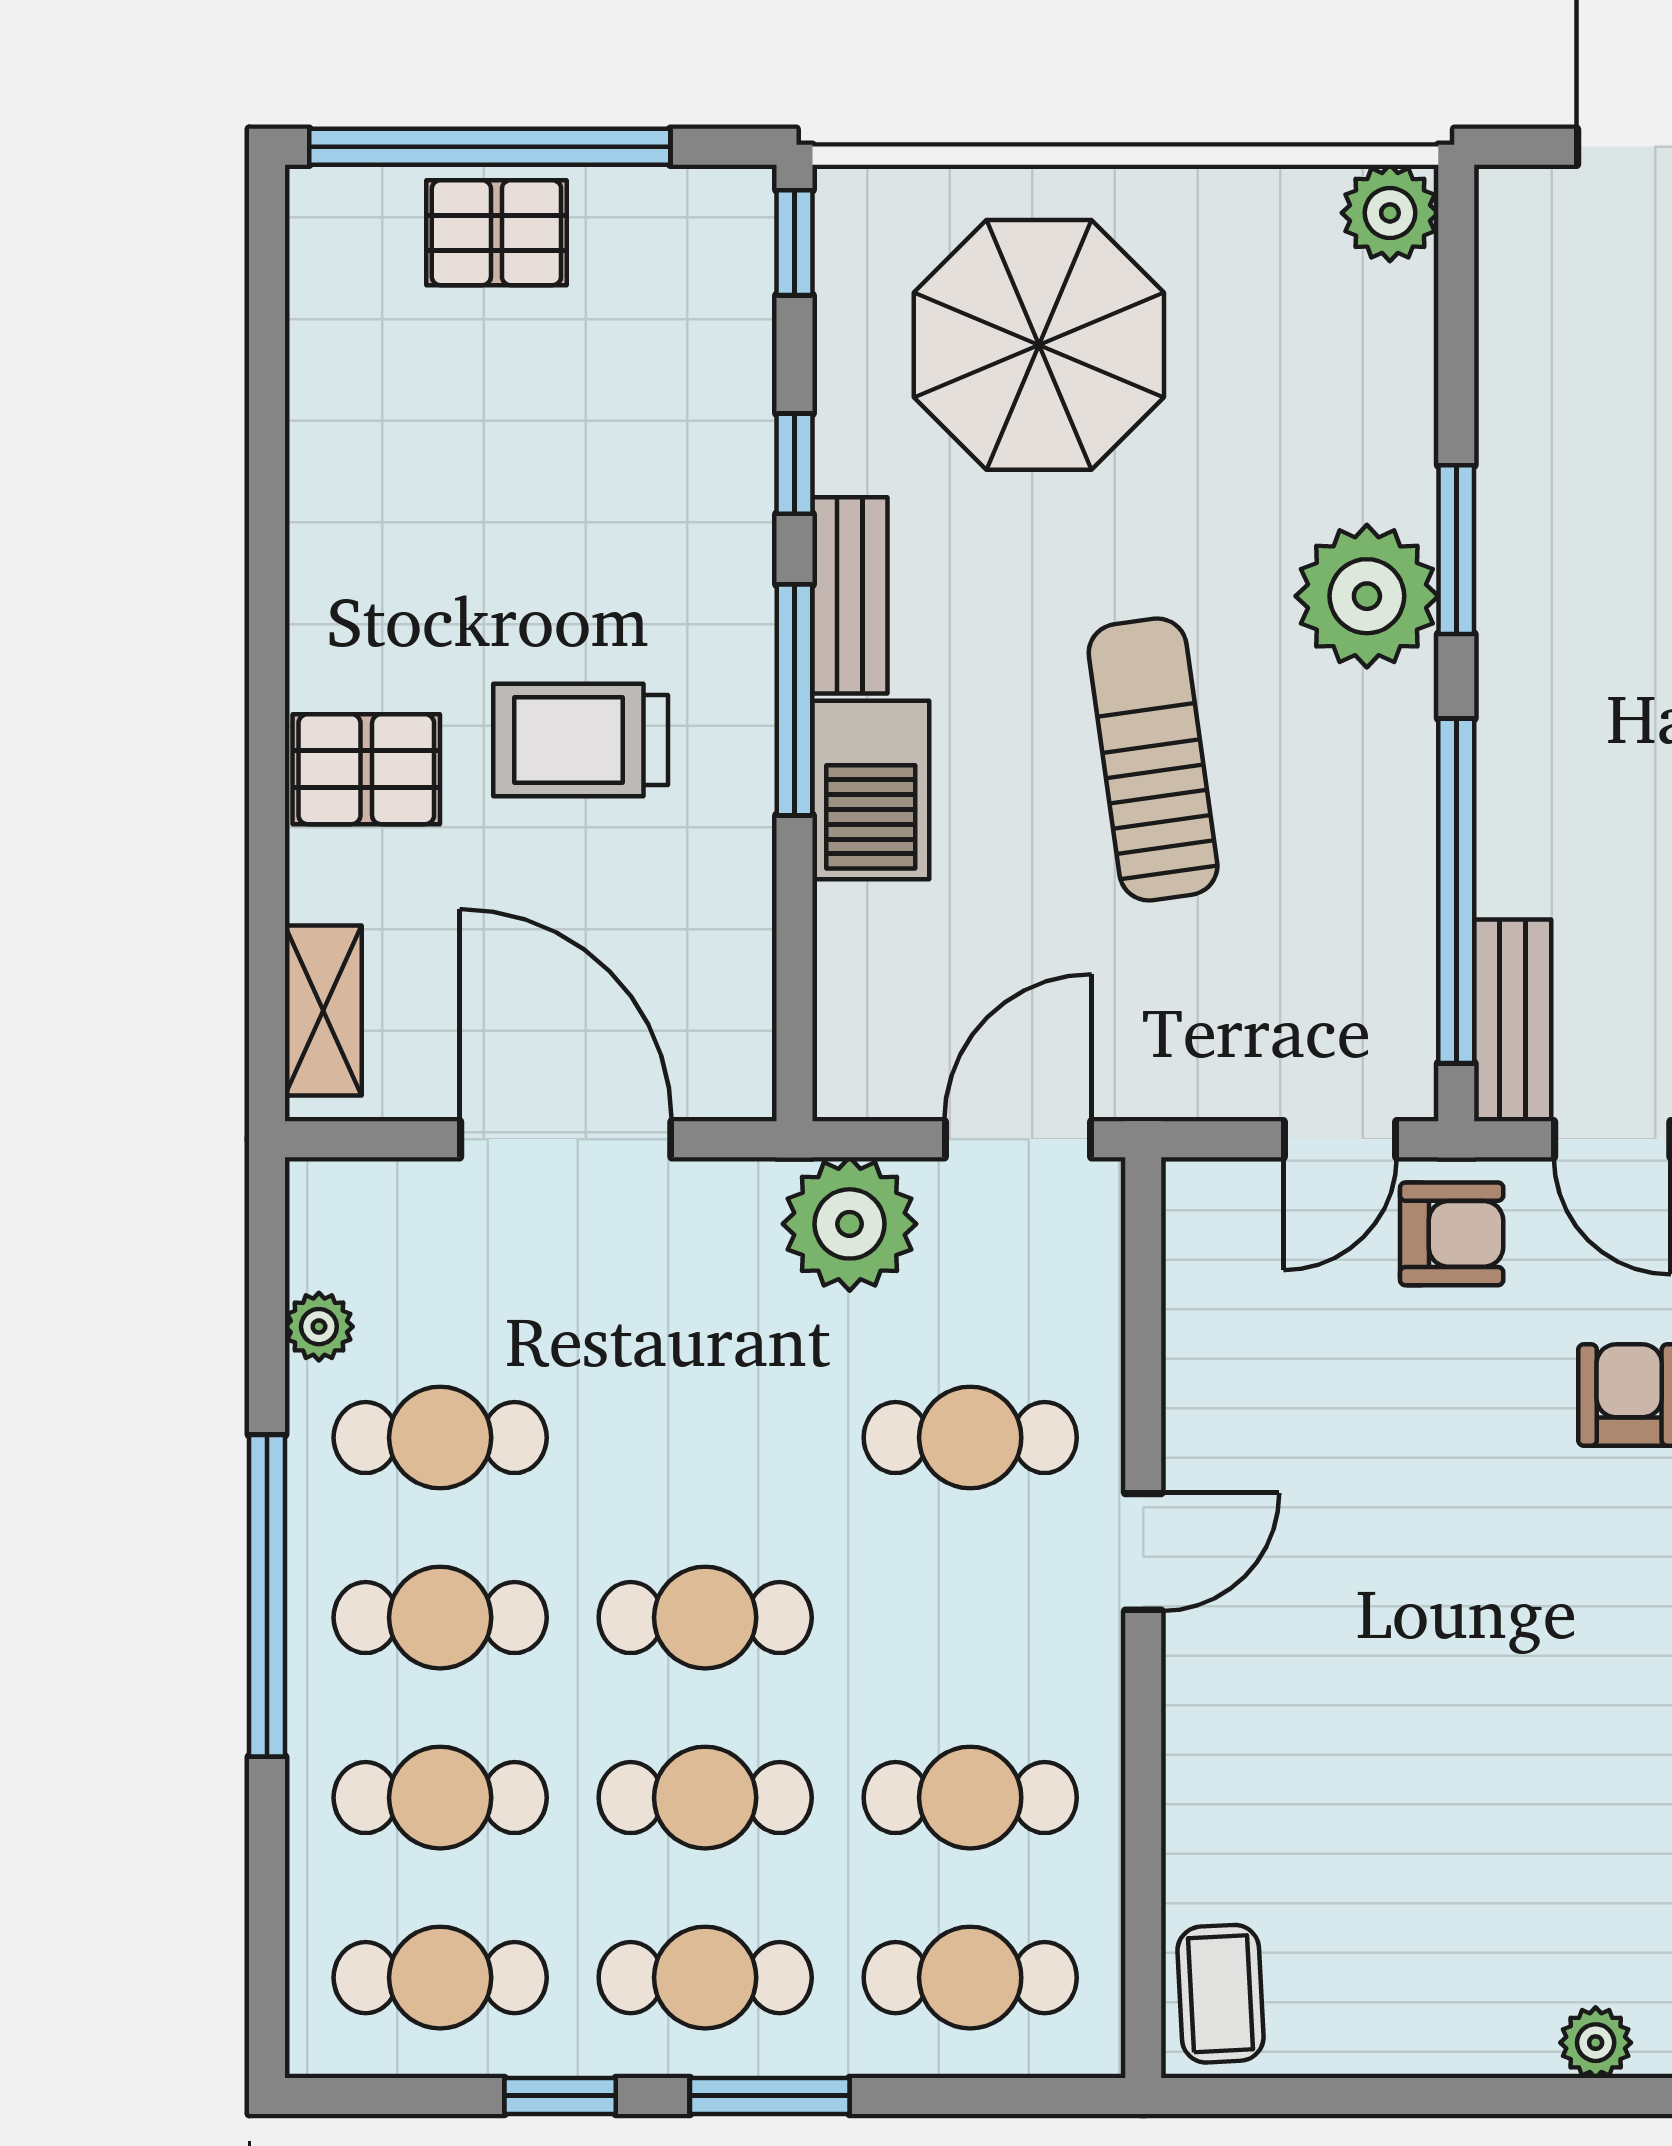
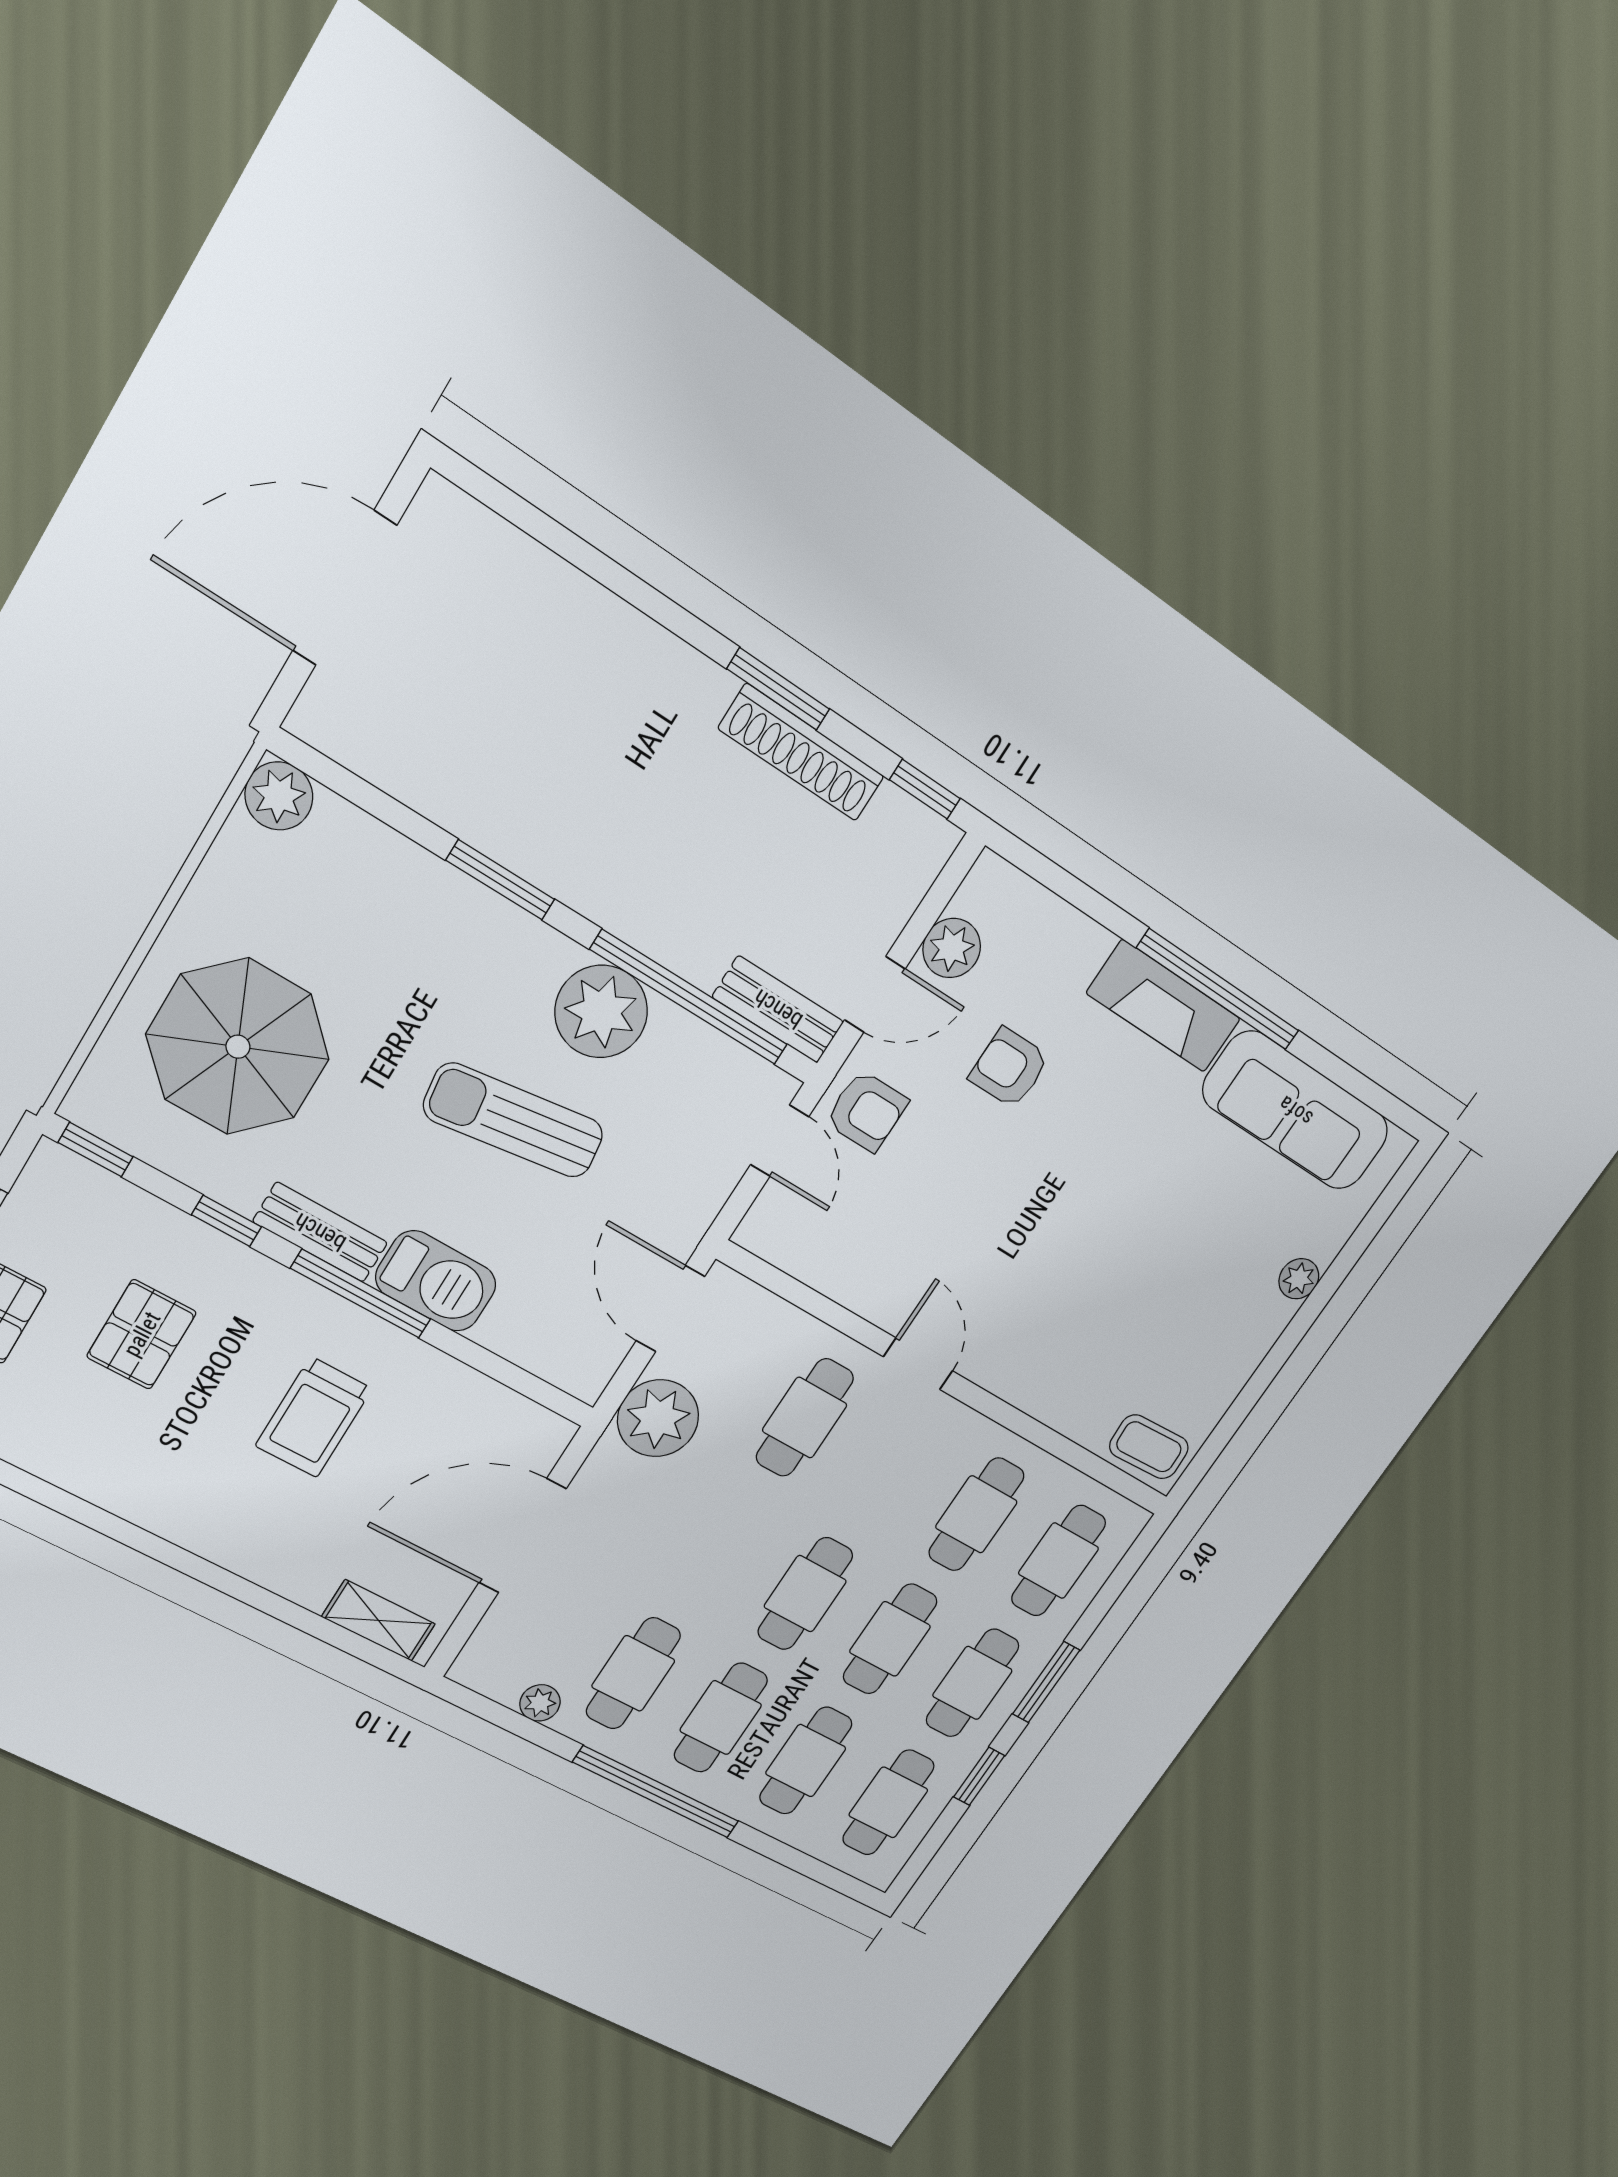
plant: (1367, 596) -> (601, 1012), moved
pallet: (366, 769) -> (142, 1334), moved
armchair: (1452, 1234) -> (867, 1111), turned 90

